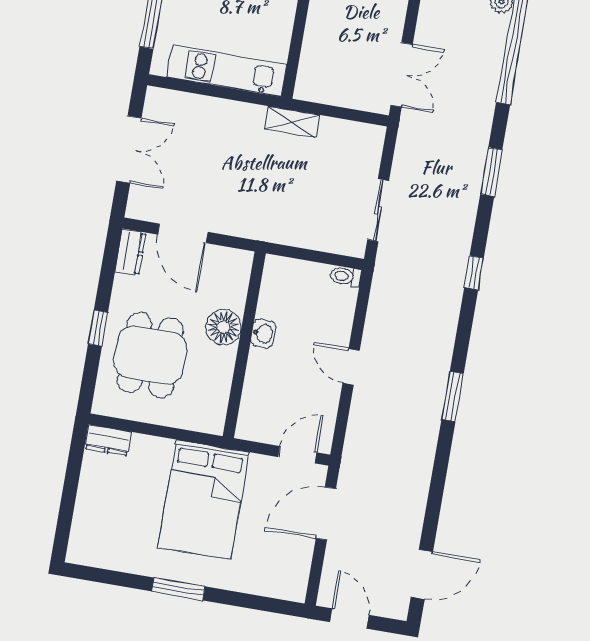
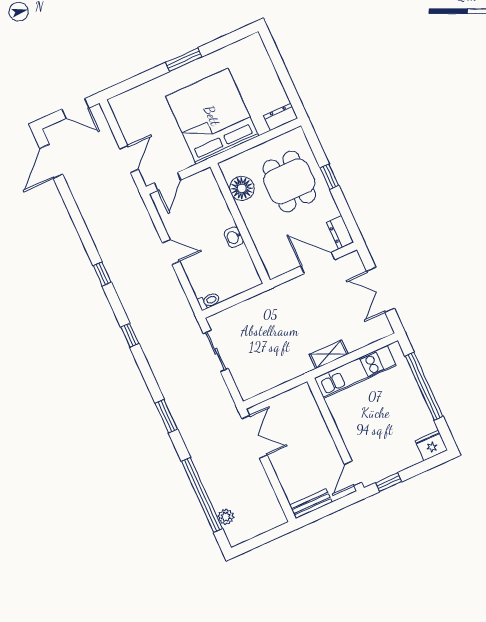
double door: (402, 75) -> (254, 437), swing flipped
shelving: (292, 122) -> (329, 354), moved
window: (474, 273) -> (130, 335), moved
floor lamp: (223, 327) -> (242, 188), moved
window: (453, 396) -> (102, 274), width x0.67
bed: (203, 500) -> (212, 116), width x1.36
door: (326, 513) -> (129, 159), width x0.73

